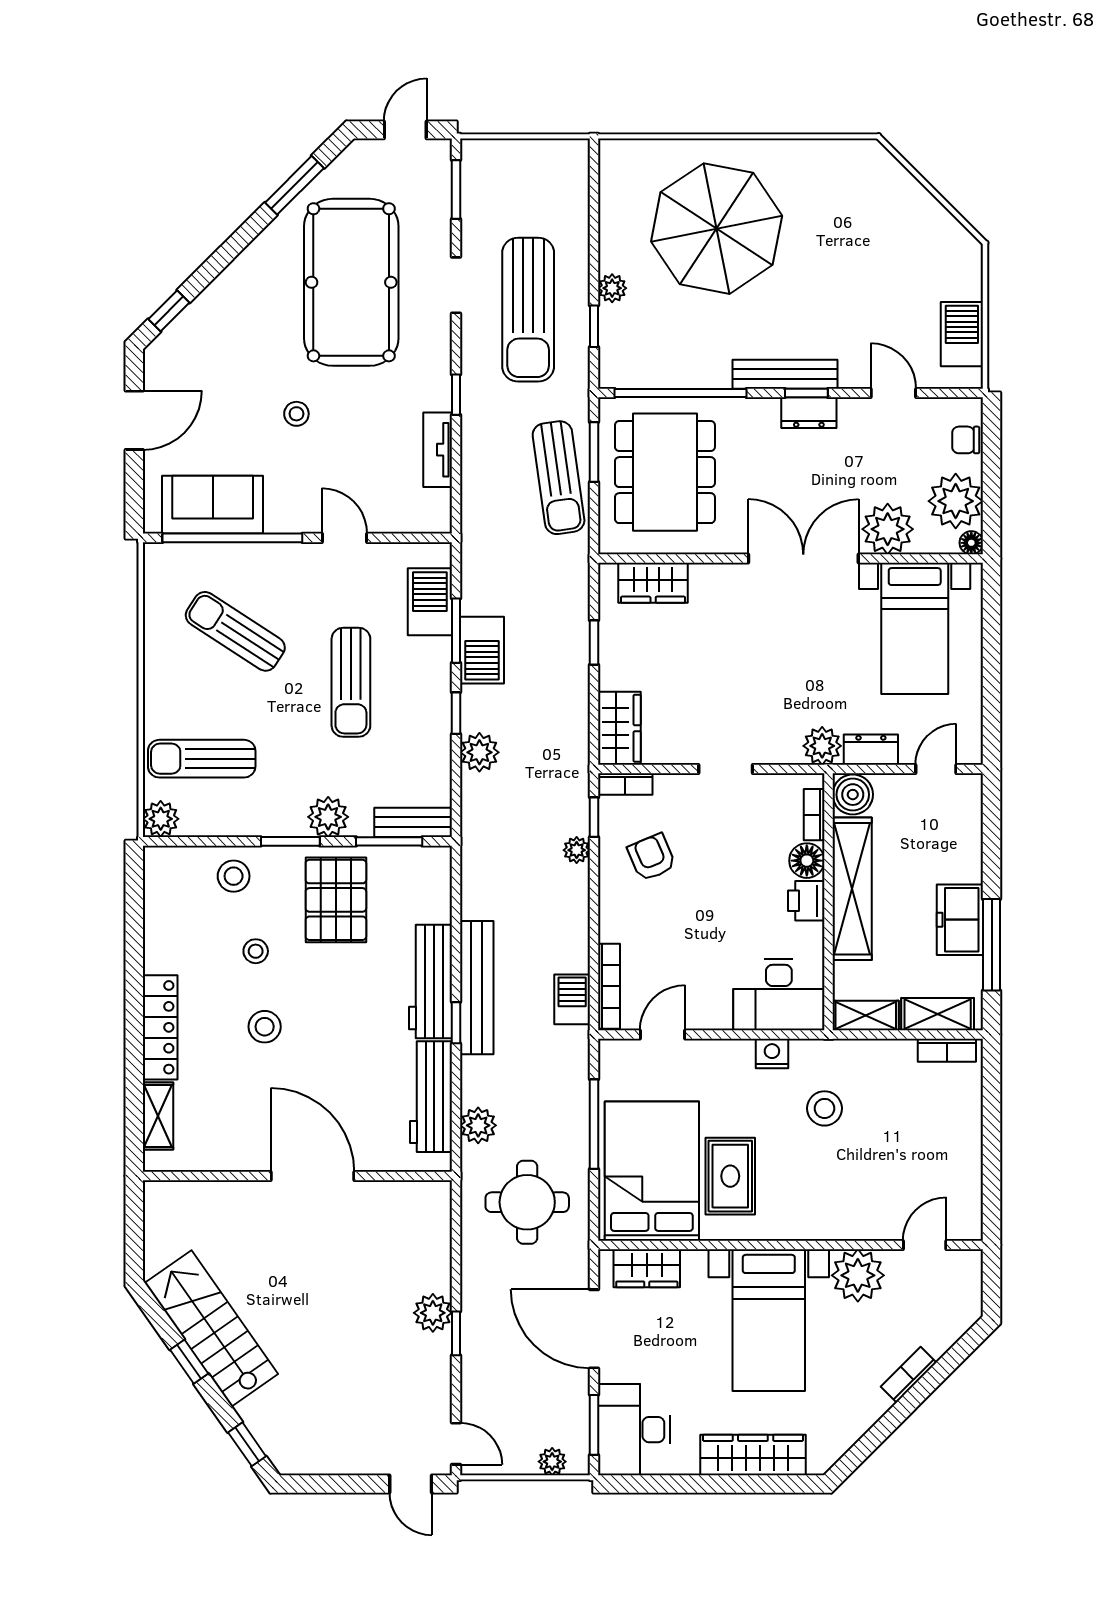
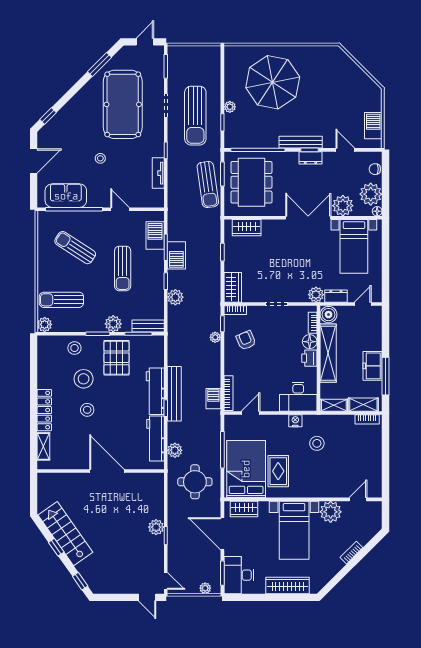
stool: (256, 951) -> (84, 379), width x1.89, depth x1.89

